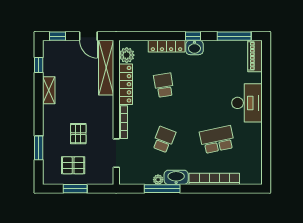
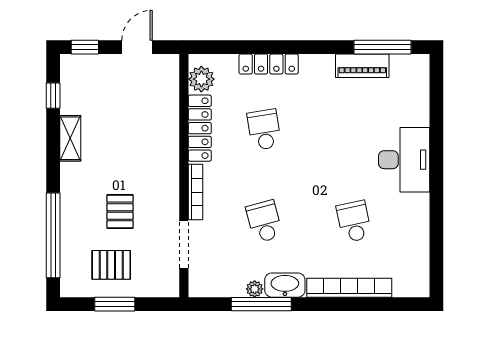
door: (88, 36) -> (137, 47), swing flipped
window: (193, 36) -> (313, 47), removed
washbasin: (194, 47) -> (316, 66), removed
piano: (255, 56) -> (362, 66), moved, turned -90
shelving: (106, 68) -> (167, 100), removed
school desk: (164, 140) -> (264, 222), turned -36
school desk: (217, 140) -> (354, 222), width x0.54
window: (39, 148) -> (53, 235), width x2.11

